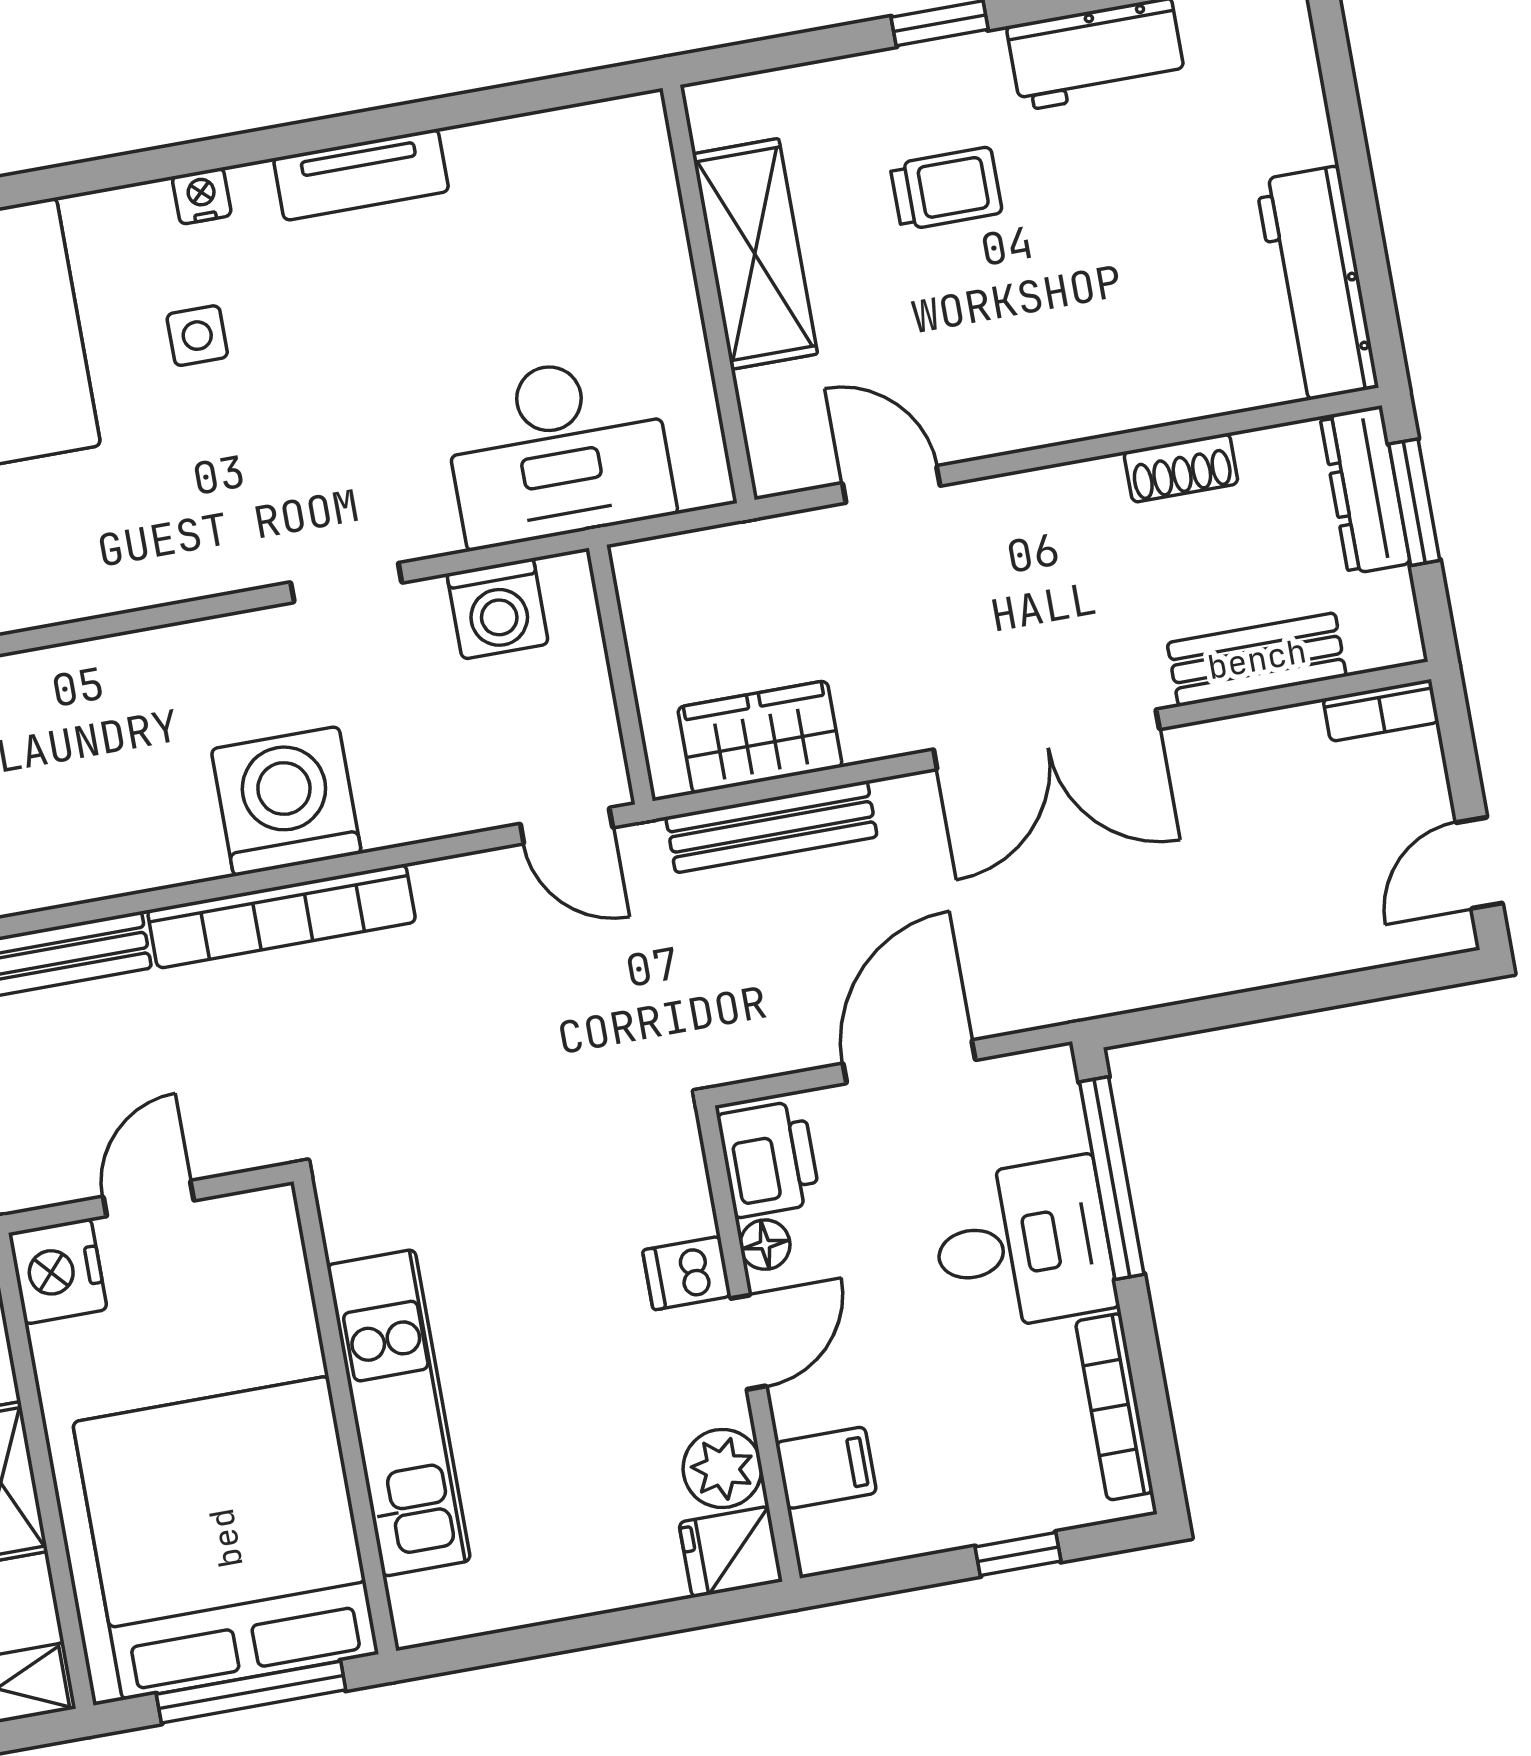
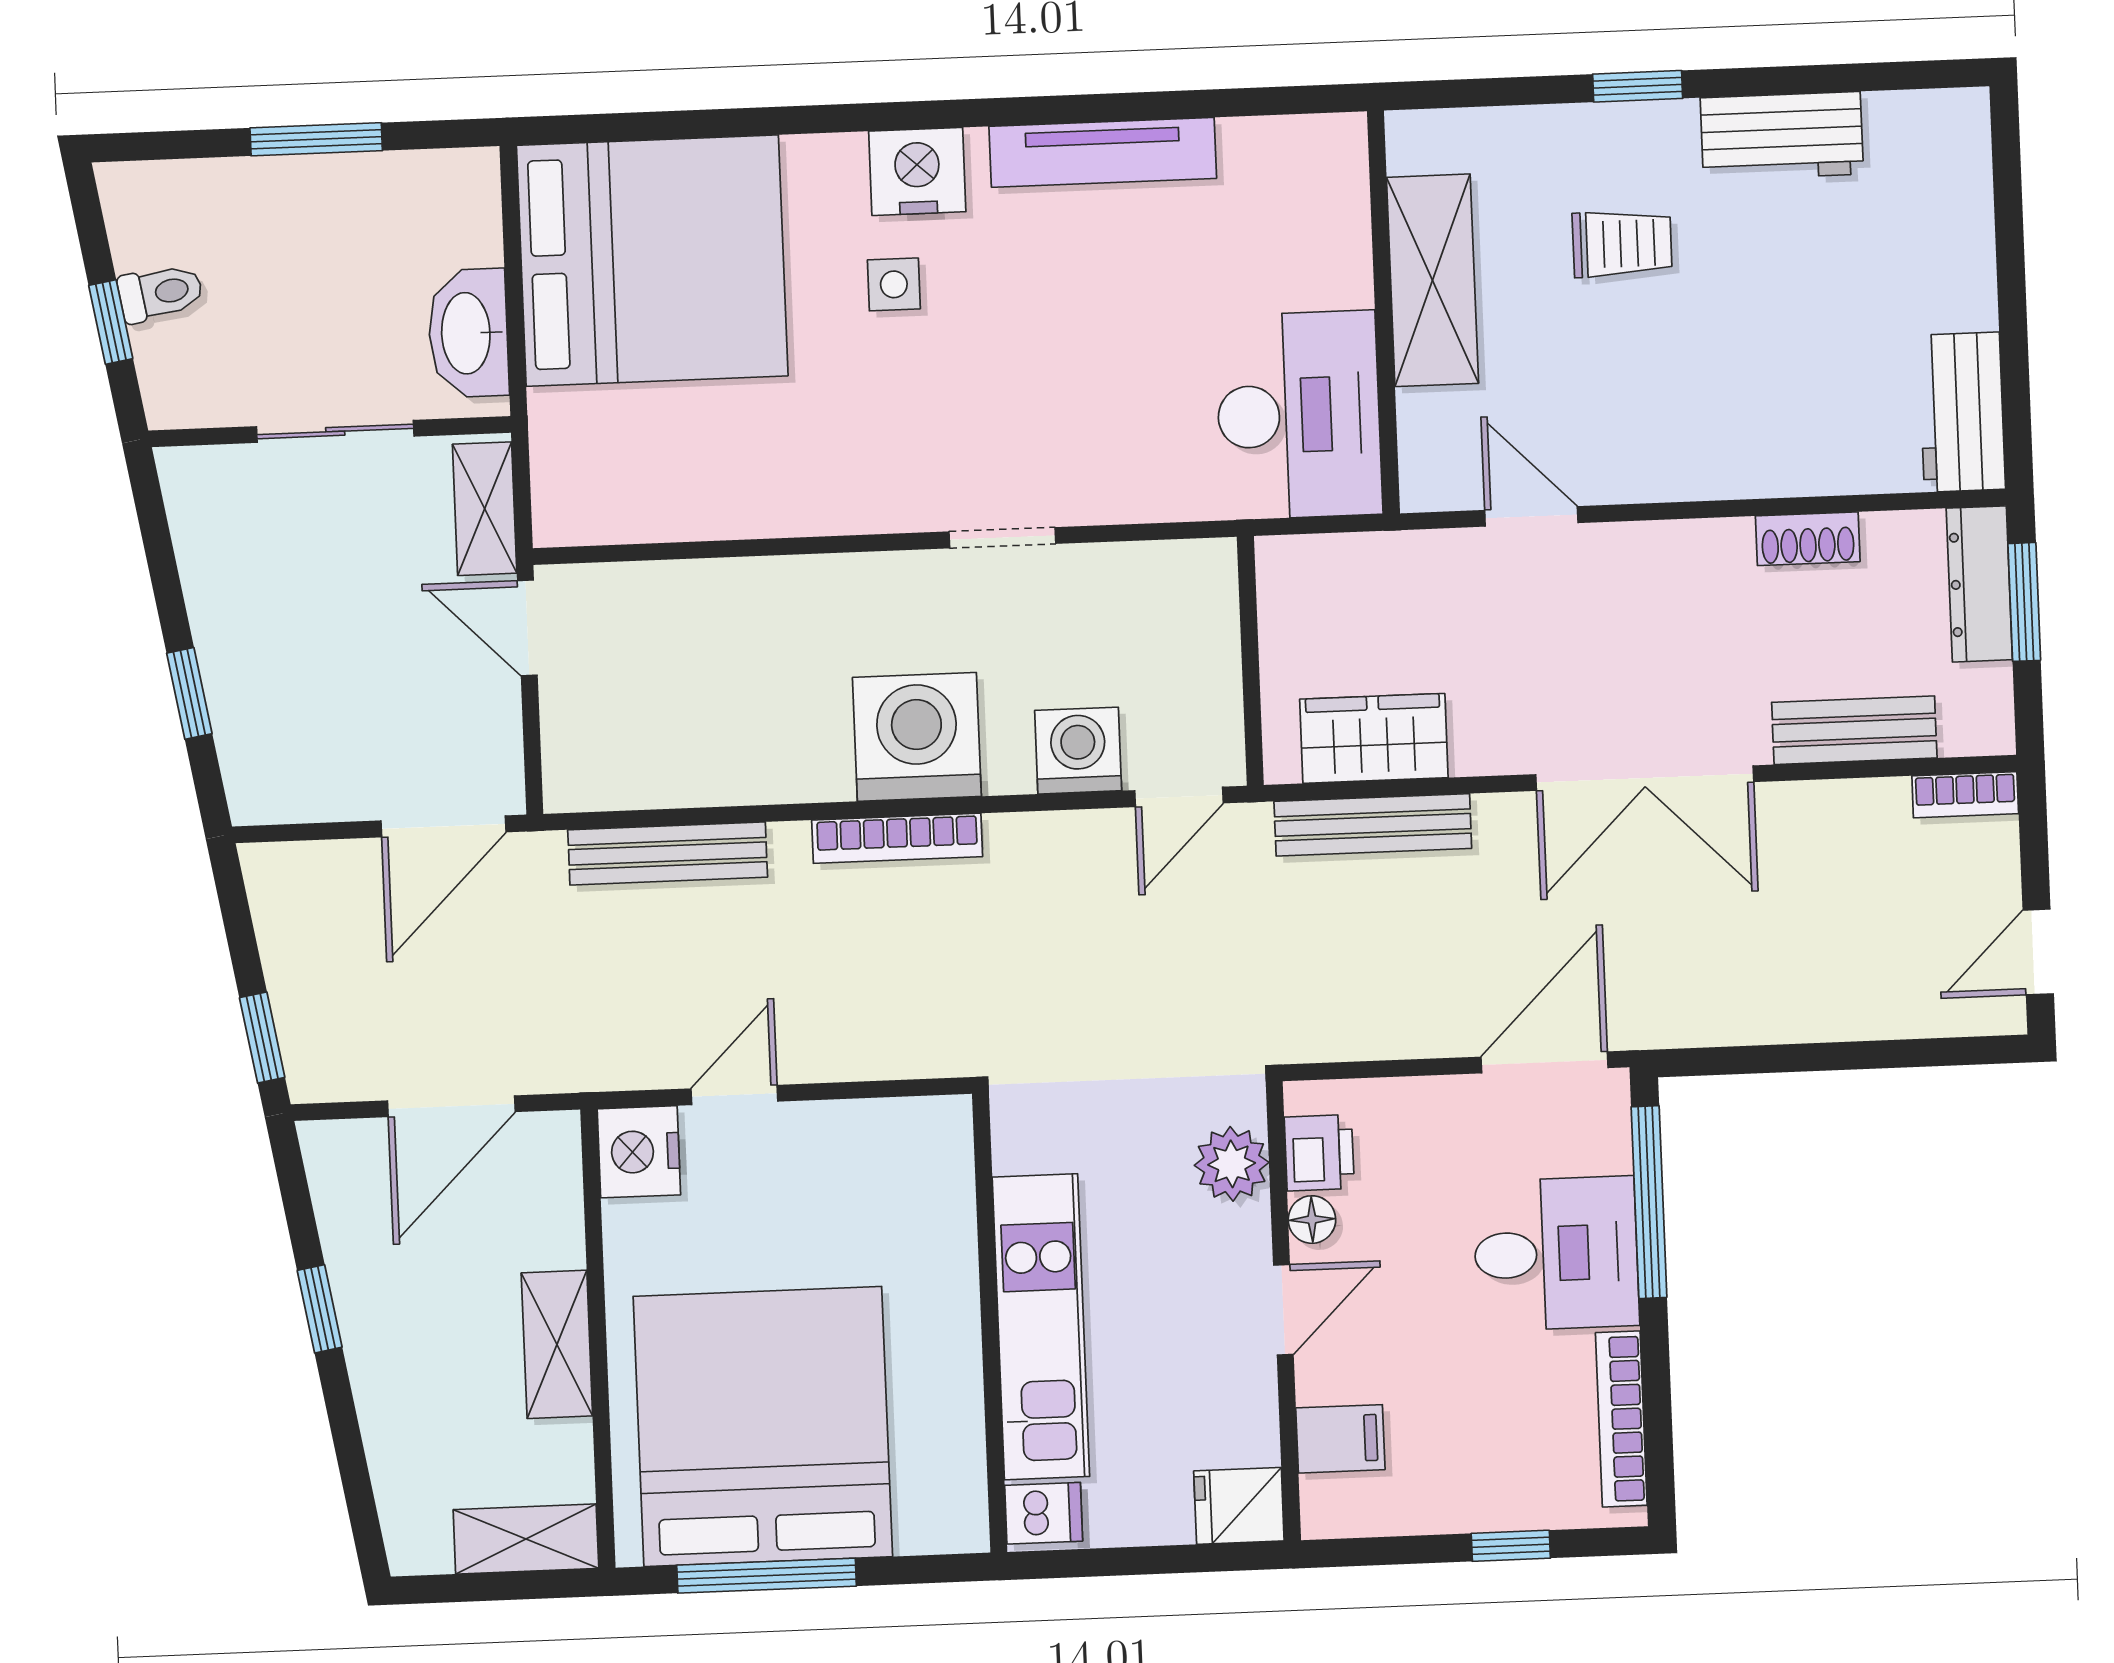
tv unit: (361, 175) -> (1103, 152), width x1.41
nightstand: (202, 196) -> (917, 171), width x1.89, depth x1.79
workbench: (1317, 284) -> (1962, 412), width x0.73
desk: (558, 450) -> (1299, 415), moved, turned -90
washing machine: (498, 609) -> (1078, 751), moved, turned 180
door: (566, 826) -> (1179, 797), hinge flipped
bookcase: (282, 916) -> (897, 838), width x0.68, depth x0.76
door: (909, 1062) -> (1544, 1062), moved
printer: (769, 1159) -> (1319, 1153), width x0.73, depth x0.81
dishwasher: (687, 1273) -> (1044, 1513), moved, turned 180
kitchen unit: (399, 1413) -> (1041, 1327), moved
wall: (345, 1416) -> (990, 1323), moved
plant: (722, 1468) -> (1232, 1164), moved

